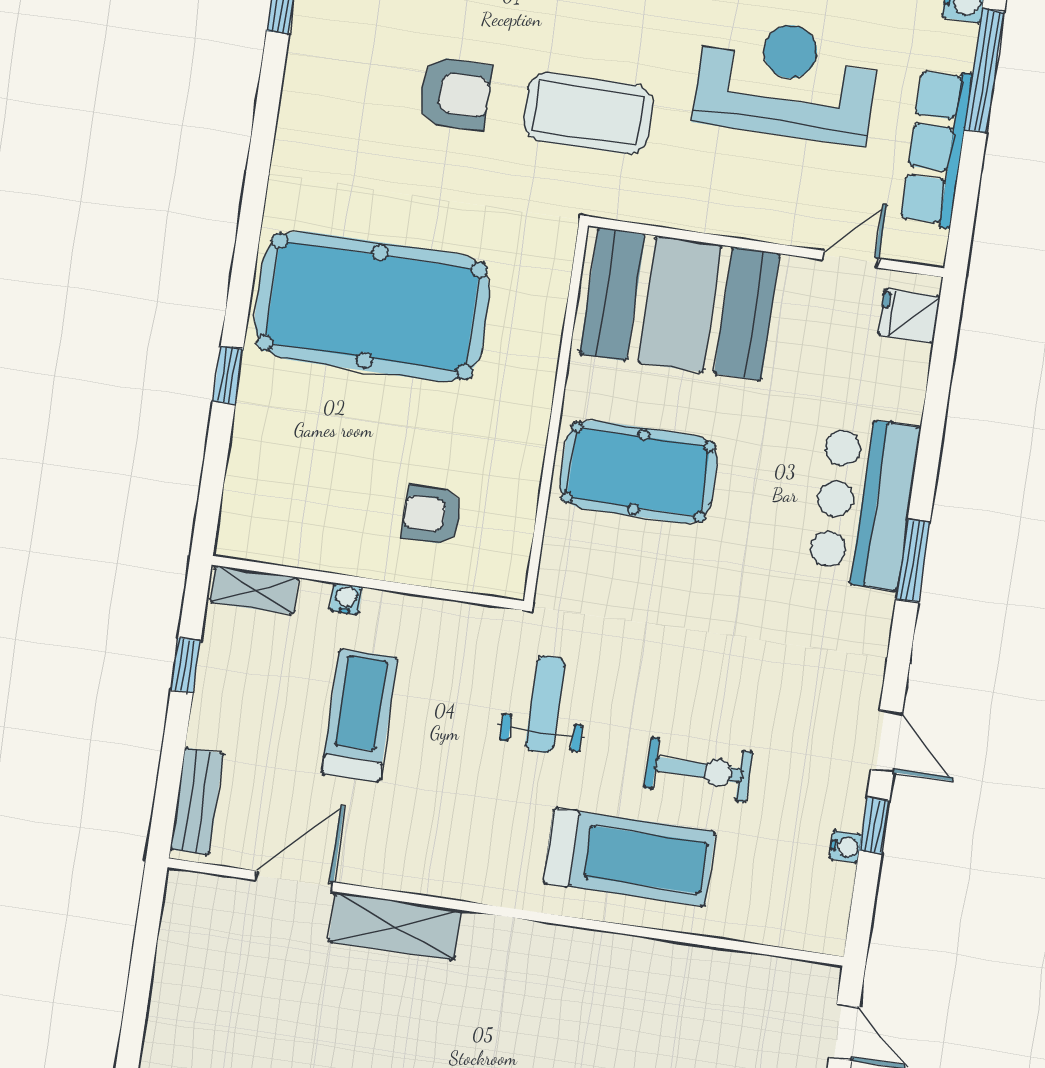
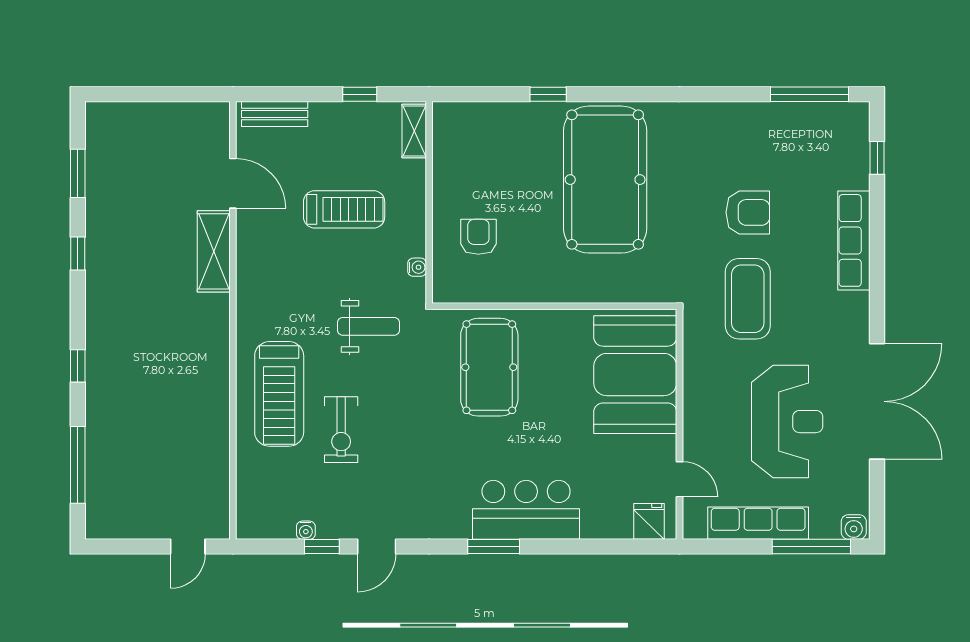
armchair: (455, 94) -> (748, 212), turned -90
pool table: (638, 472) -> (489, 367), moved
water cooler: (346, 599) -> (417, 267), moved

